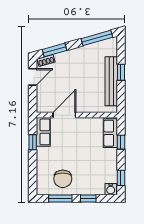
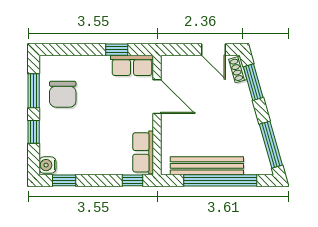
window: (121, 72) -> (220, 180), width x3.17
row of seats: (110, 133) -> (143, 152), moved, turned -90
window: (121, 142) -> (132, 180), moved
chair: (63, 179) -> (63, 94), turned -90

